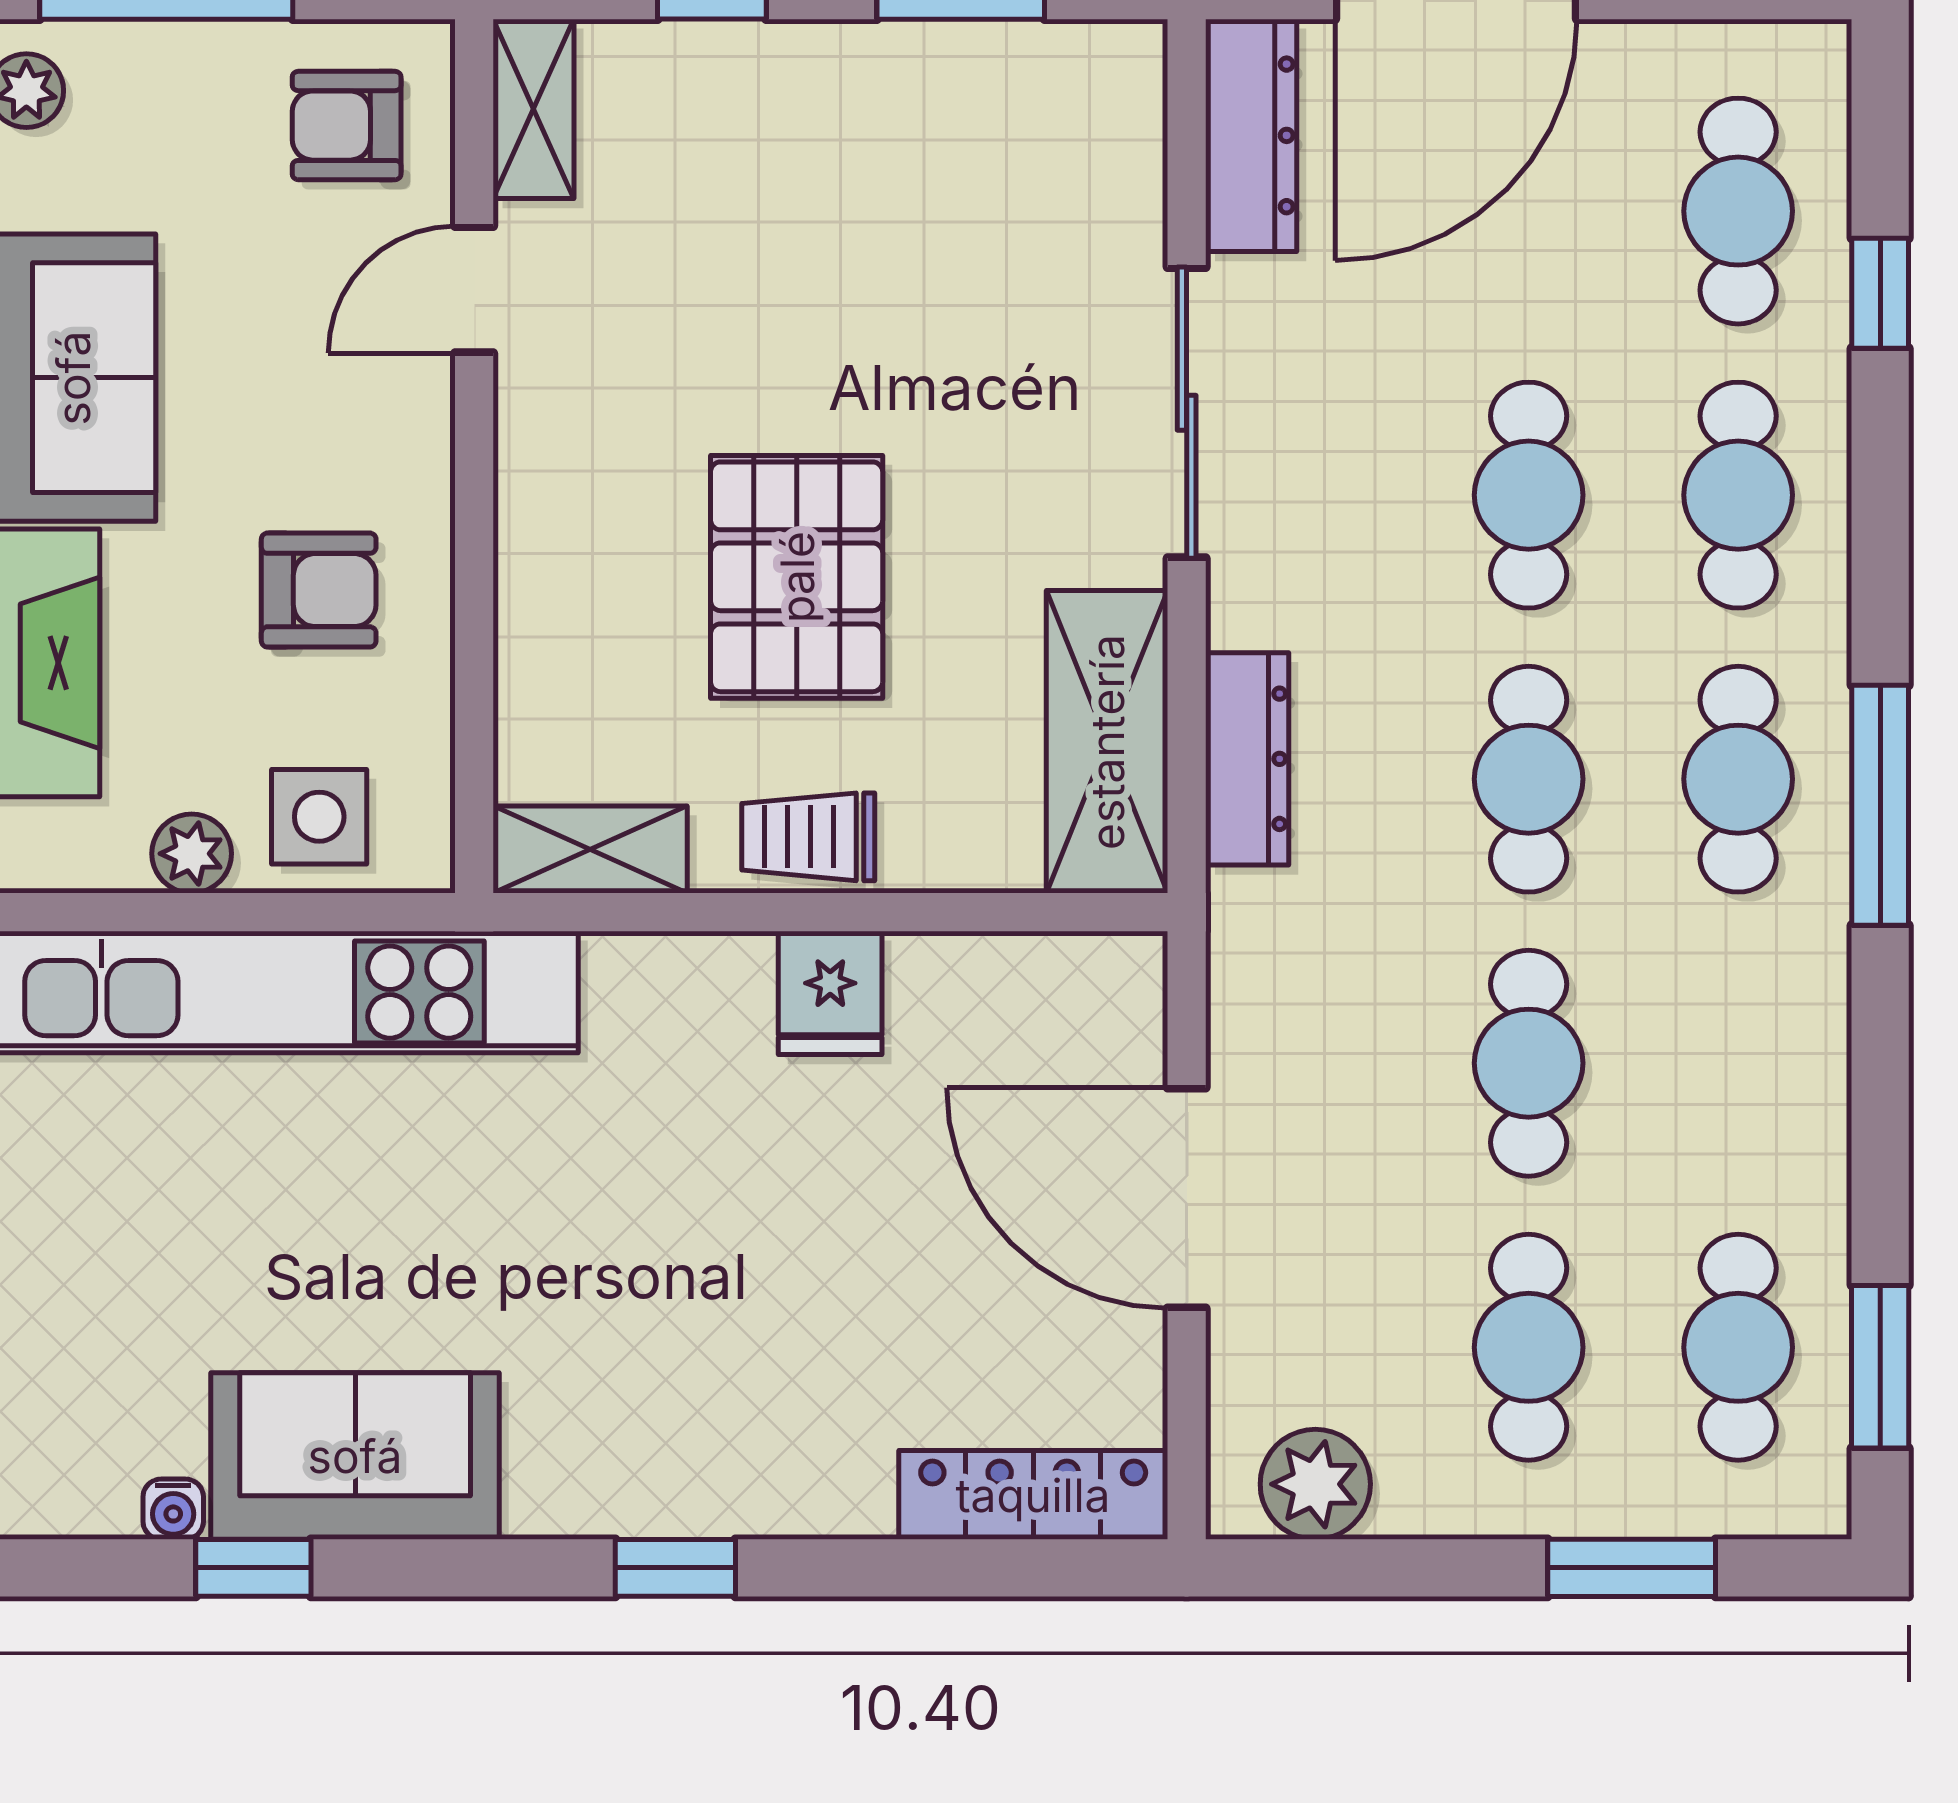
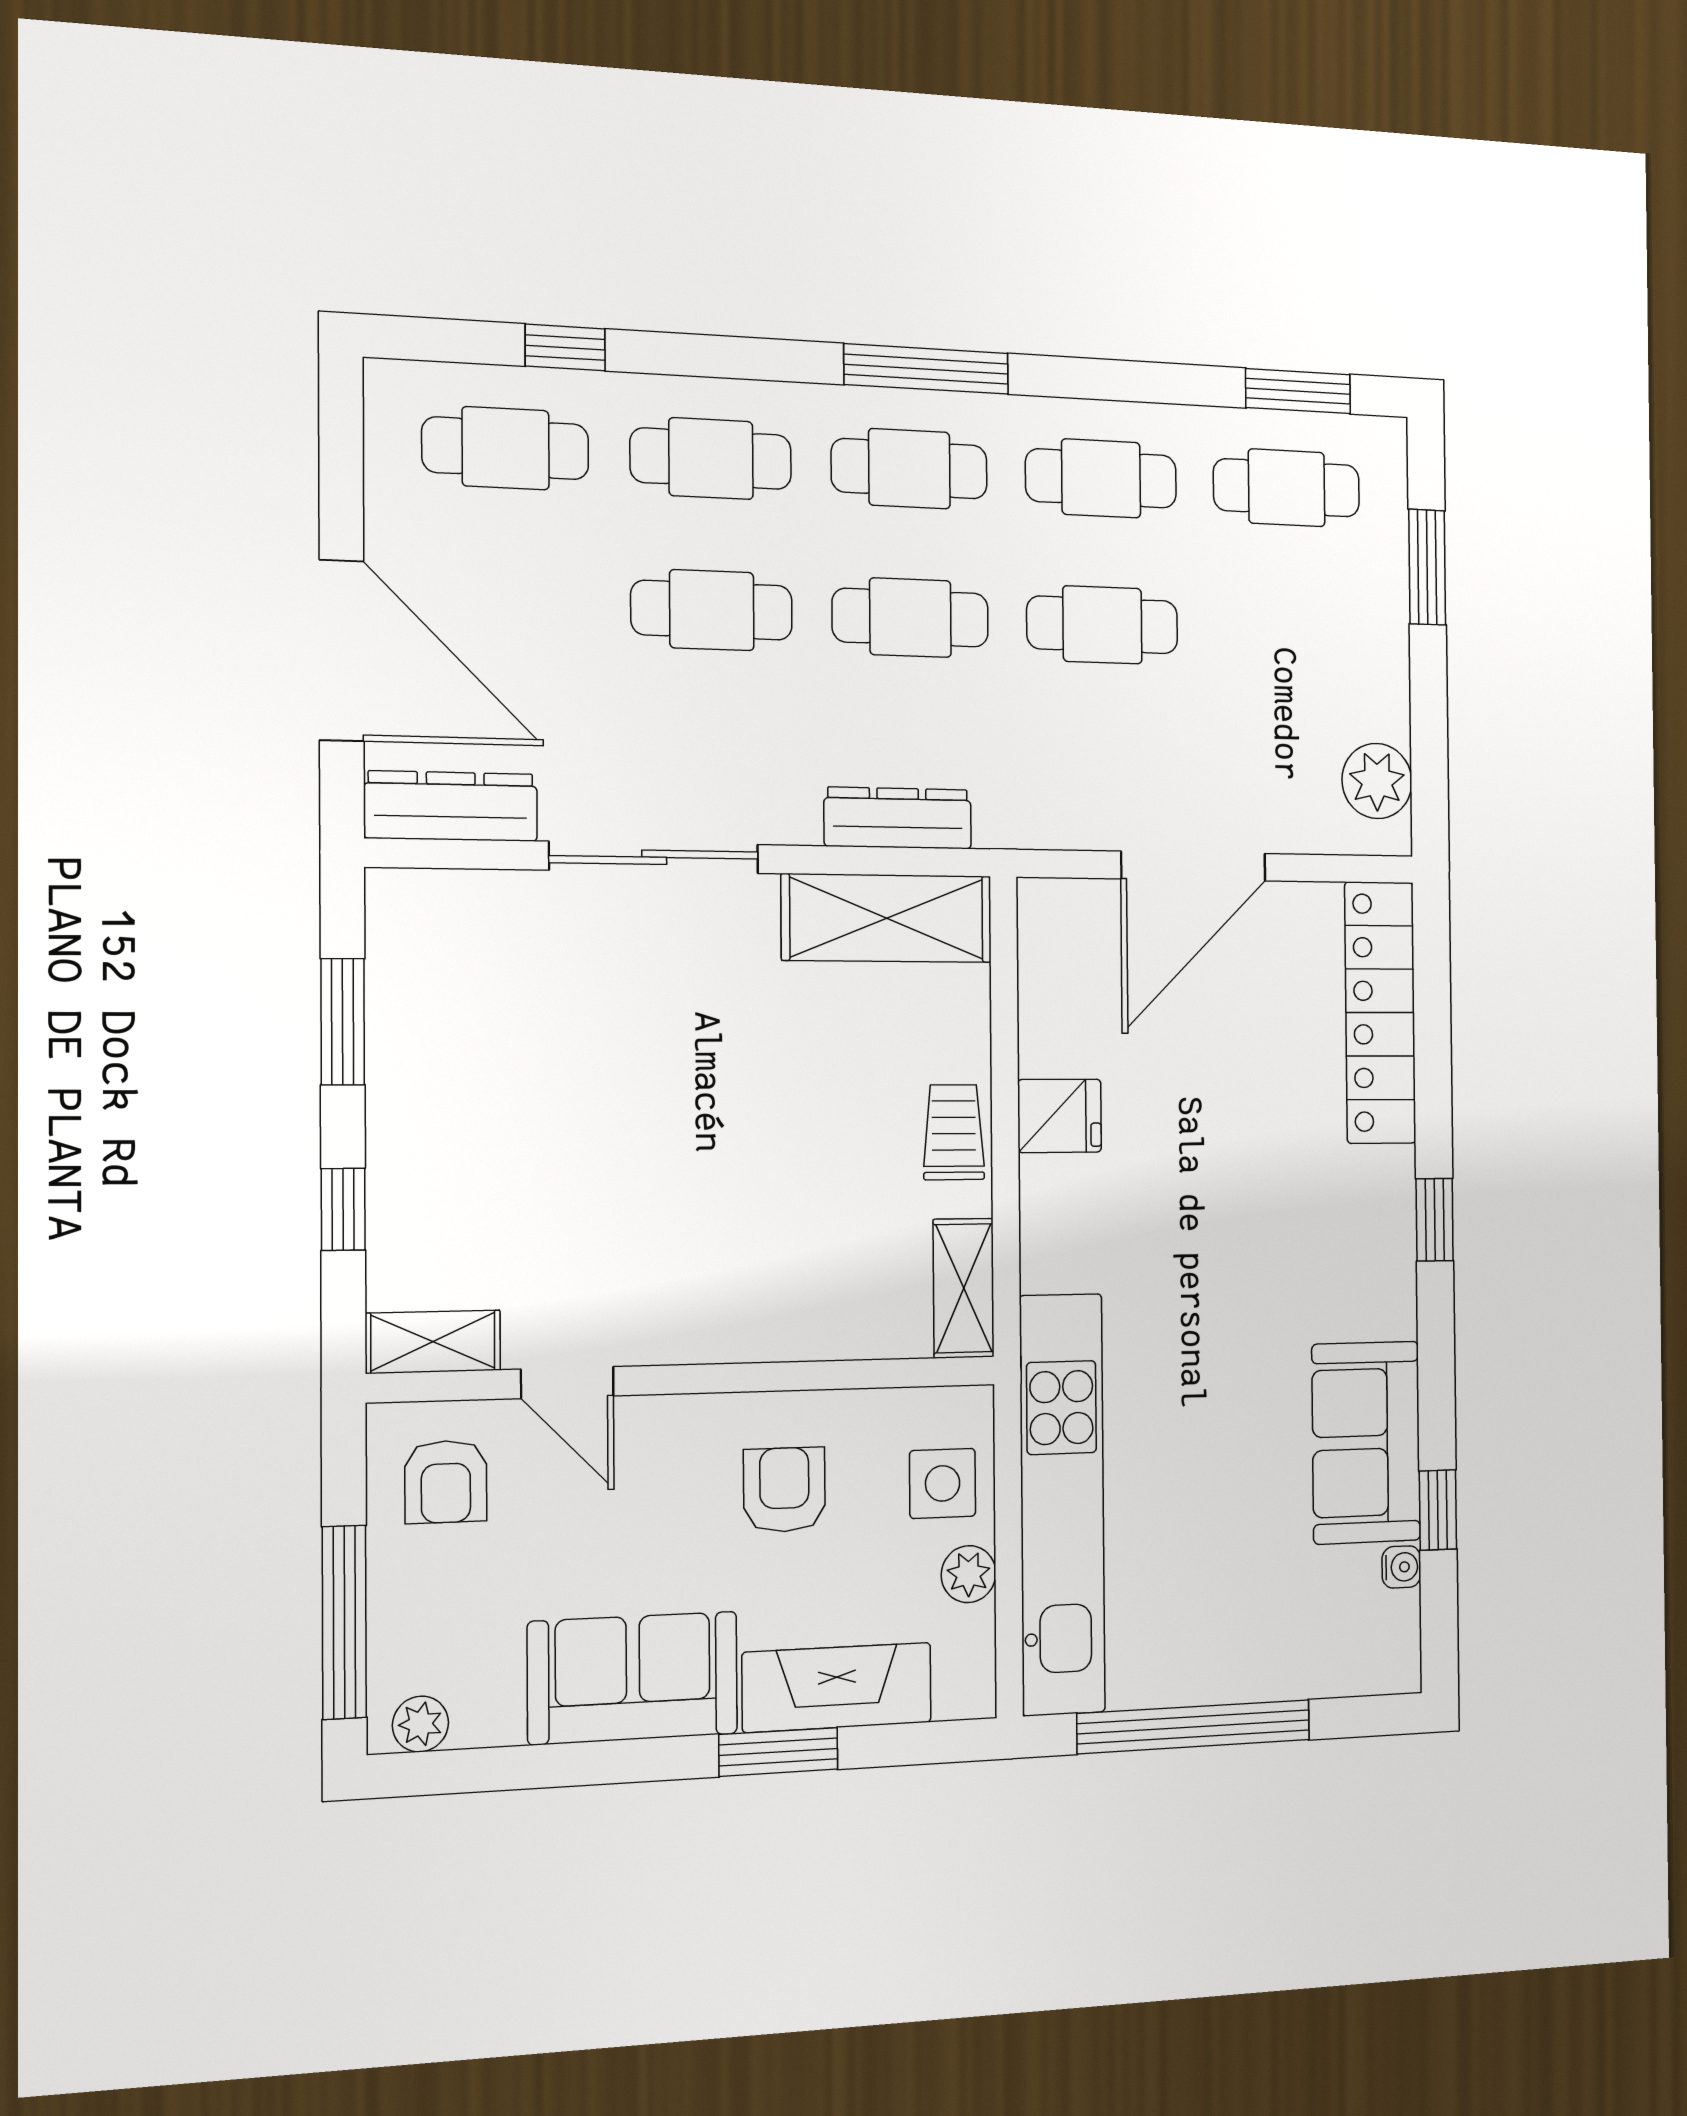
pallet: (797, 577) -> (773, 1142), removed
trolley: (808, 837) -> (954, 1132), turned 180
cafe table: (1529, 1347) -> (1101, 478), moved
locker: (1033, 1495) -> (1380, 1013), width x1.41, depth x1.21

